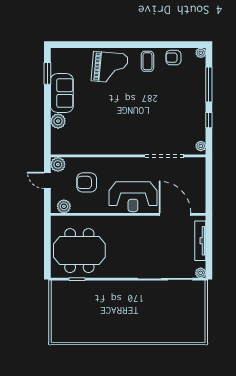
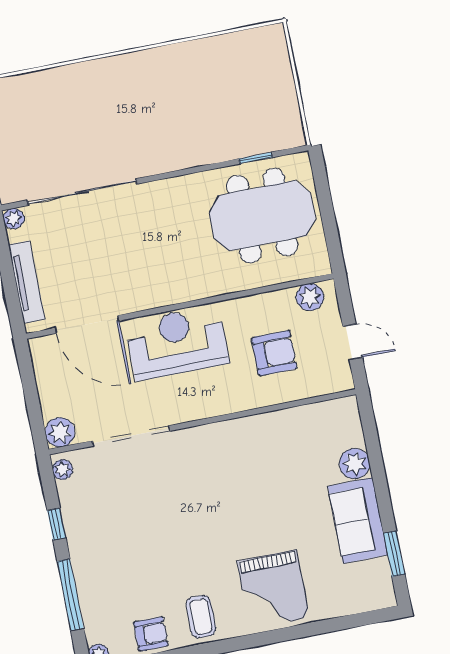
grand piano: (110, 68) -> (273, 590), turned -95
plant: (58, 164) -> (60, 432), moved

